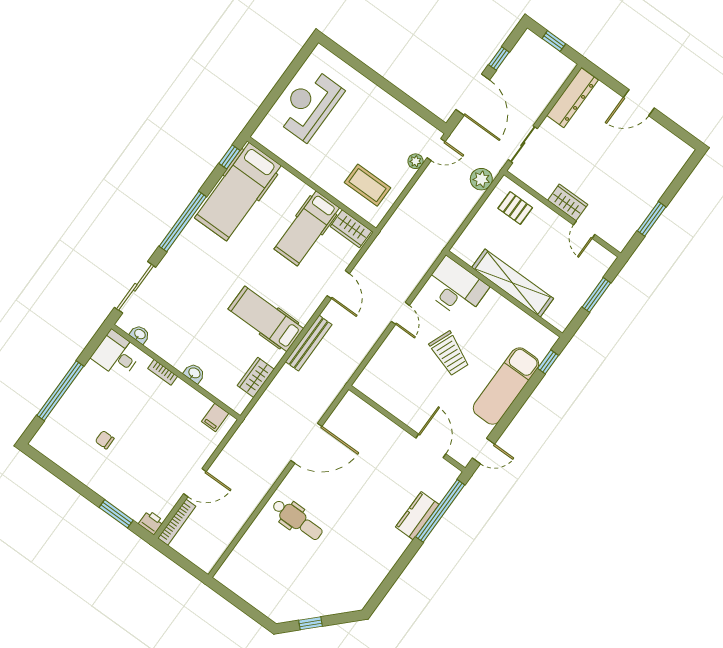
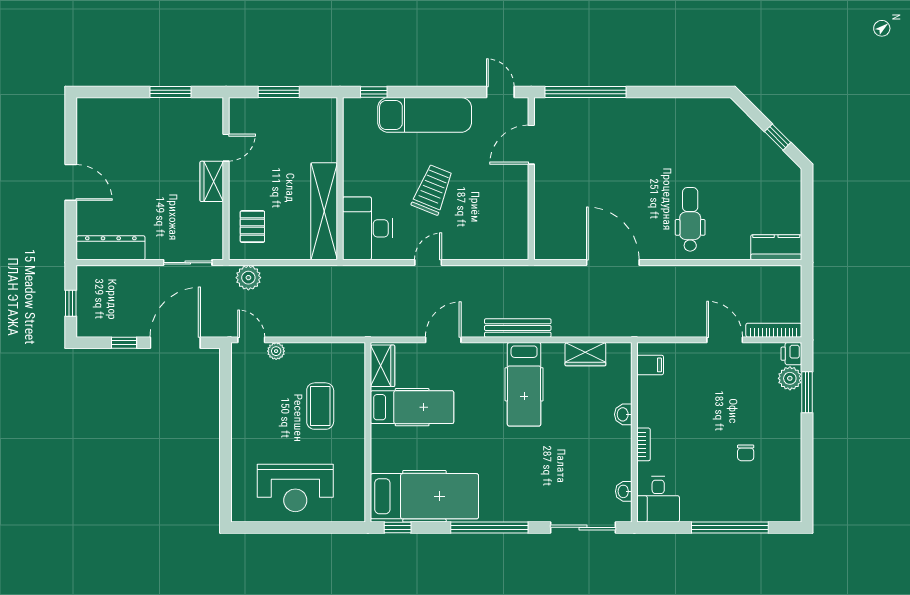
coffee table: (367, 185) -> (320, 406), moved
shelving: (513, 283) -> (324, 211), moved
plant: (135, 509) -> (790, 378), added
kitchen counter: (417, 516) -> (776, 247), moved, turned 180

